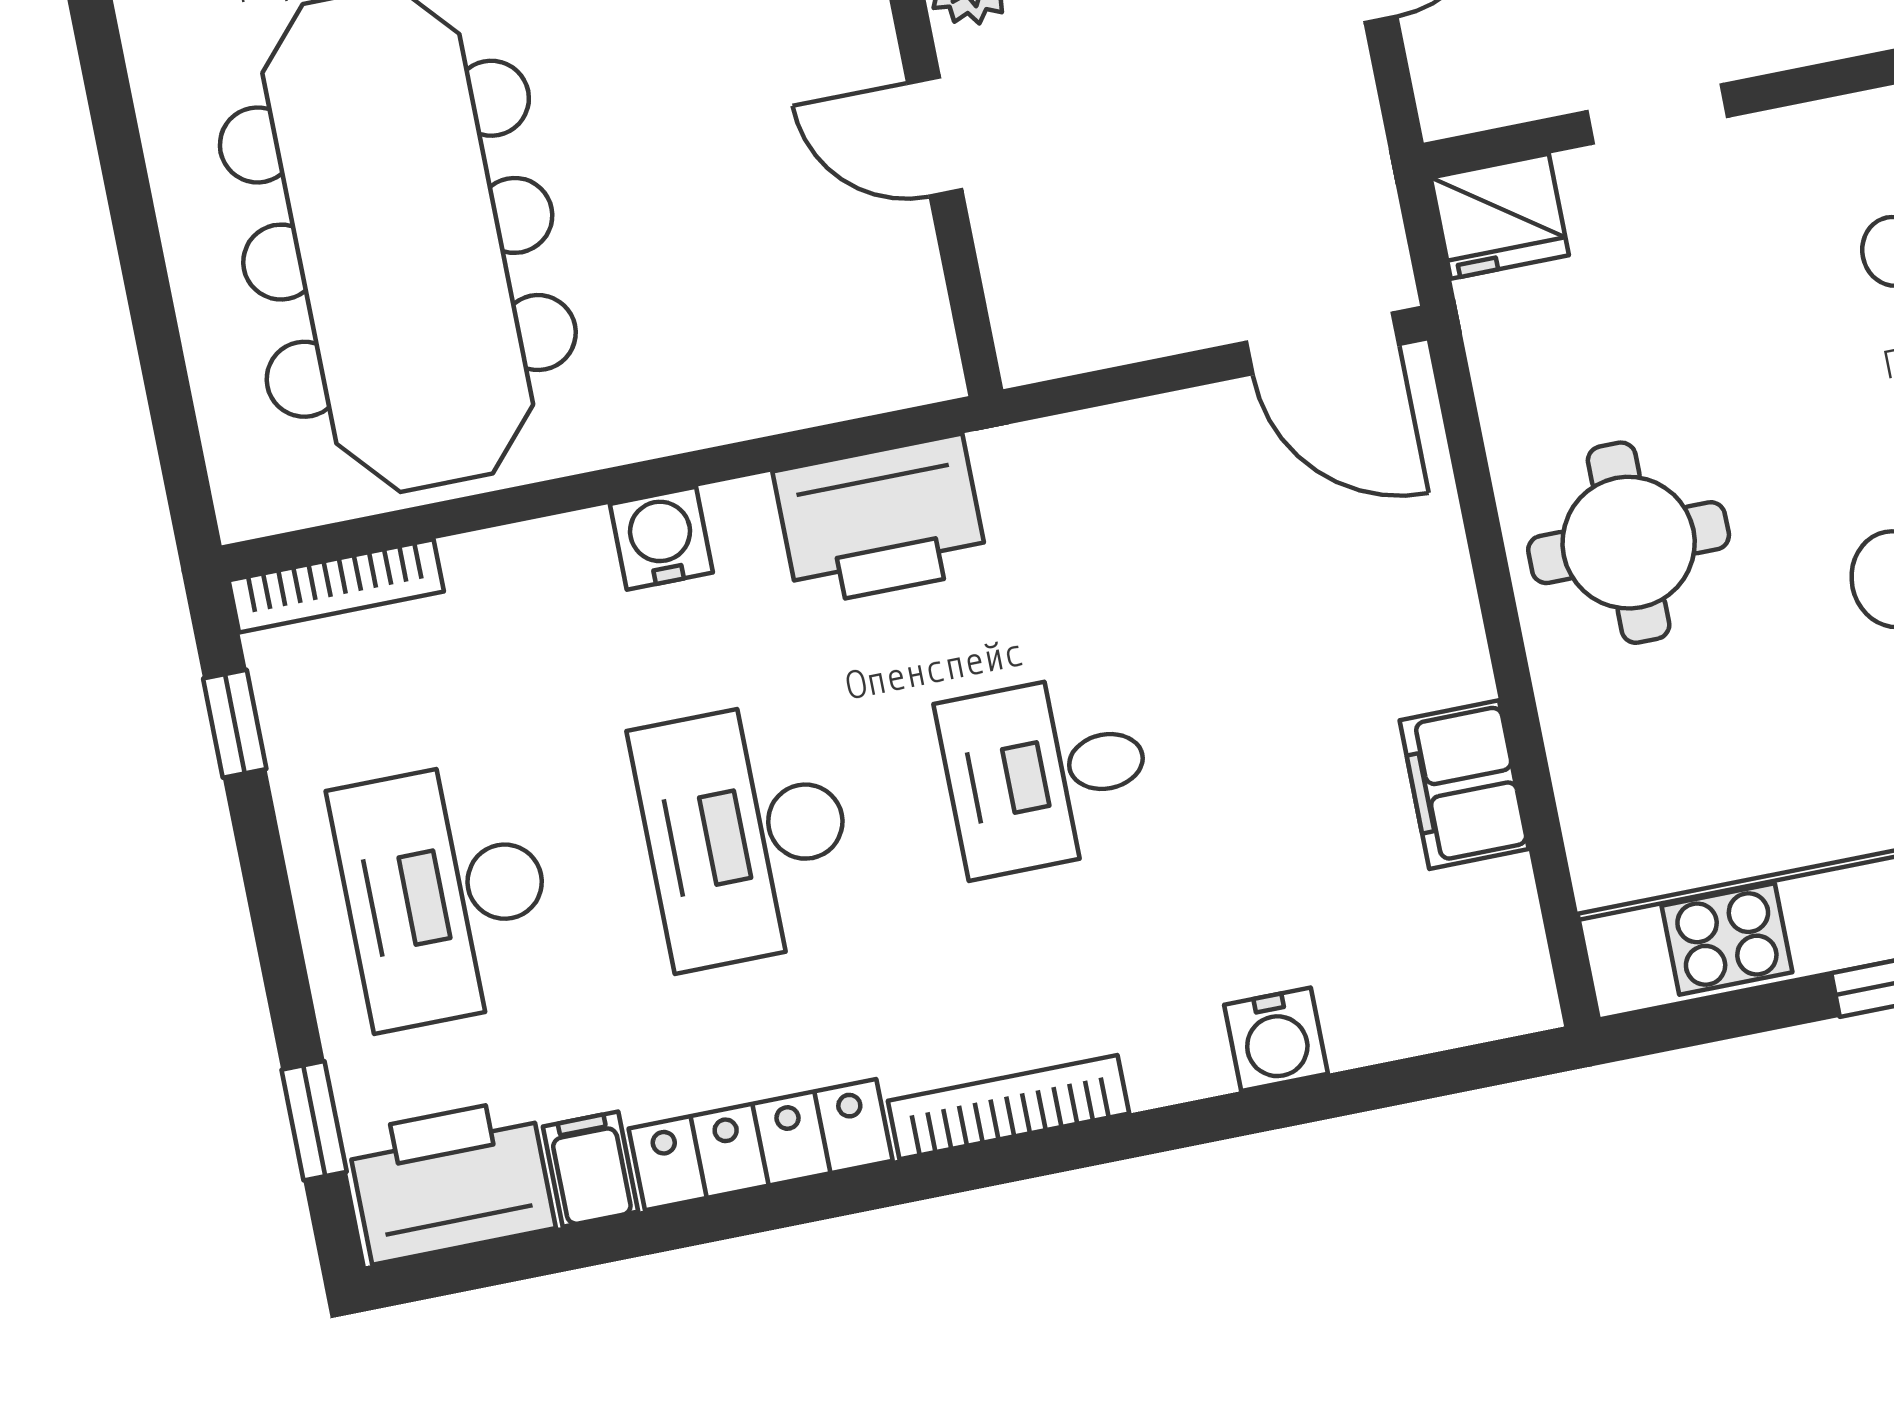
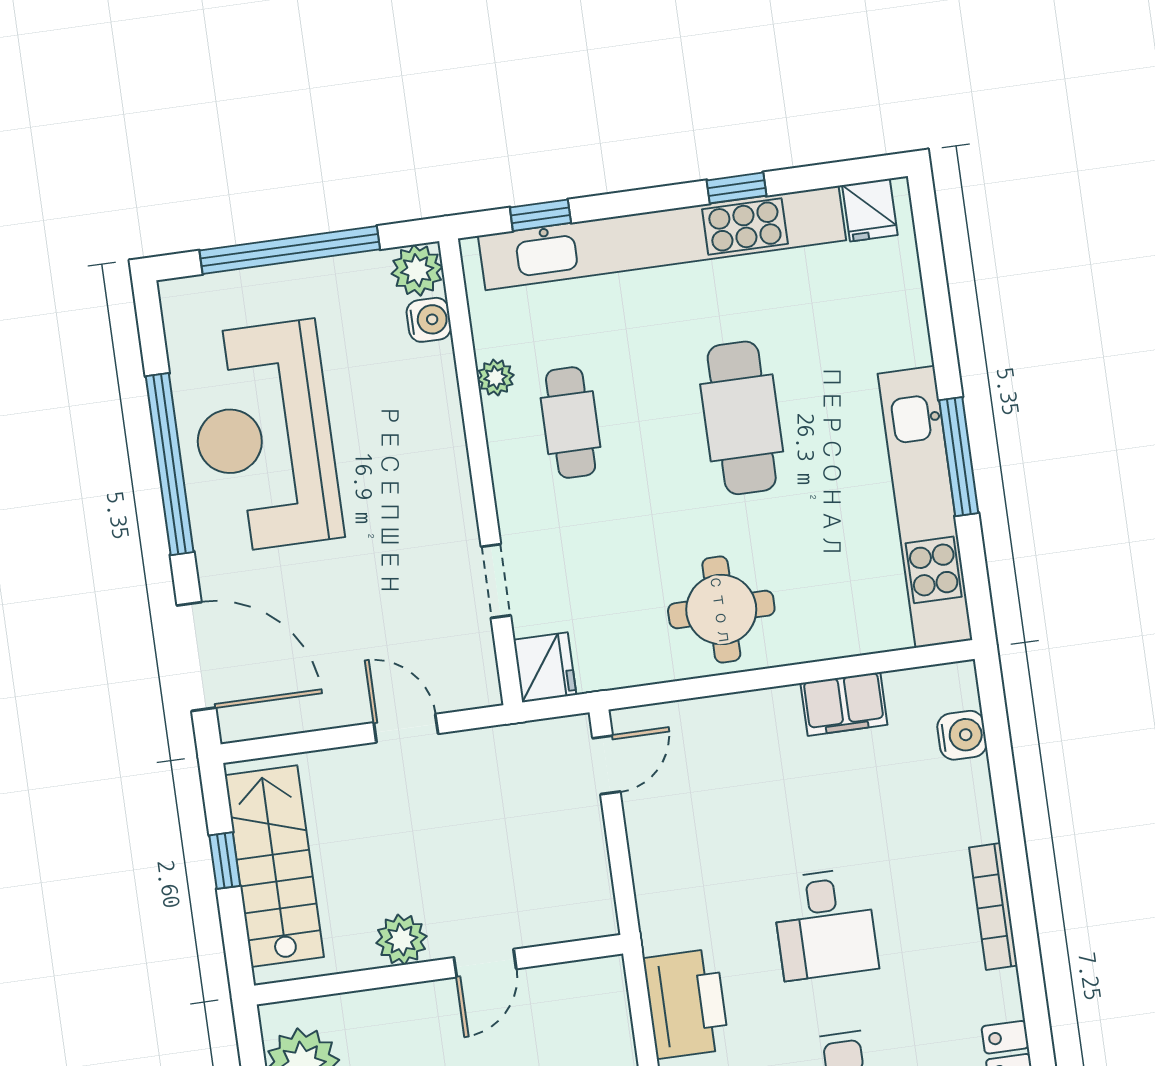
door: (1323, 343) -> (606, 765), width x0.73
water cooler: (1276, 1039) -> (962, 735), moved
bookcase: (1008, 1107) -> (993, 906), moved

